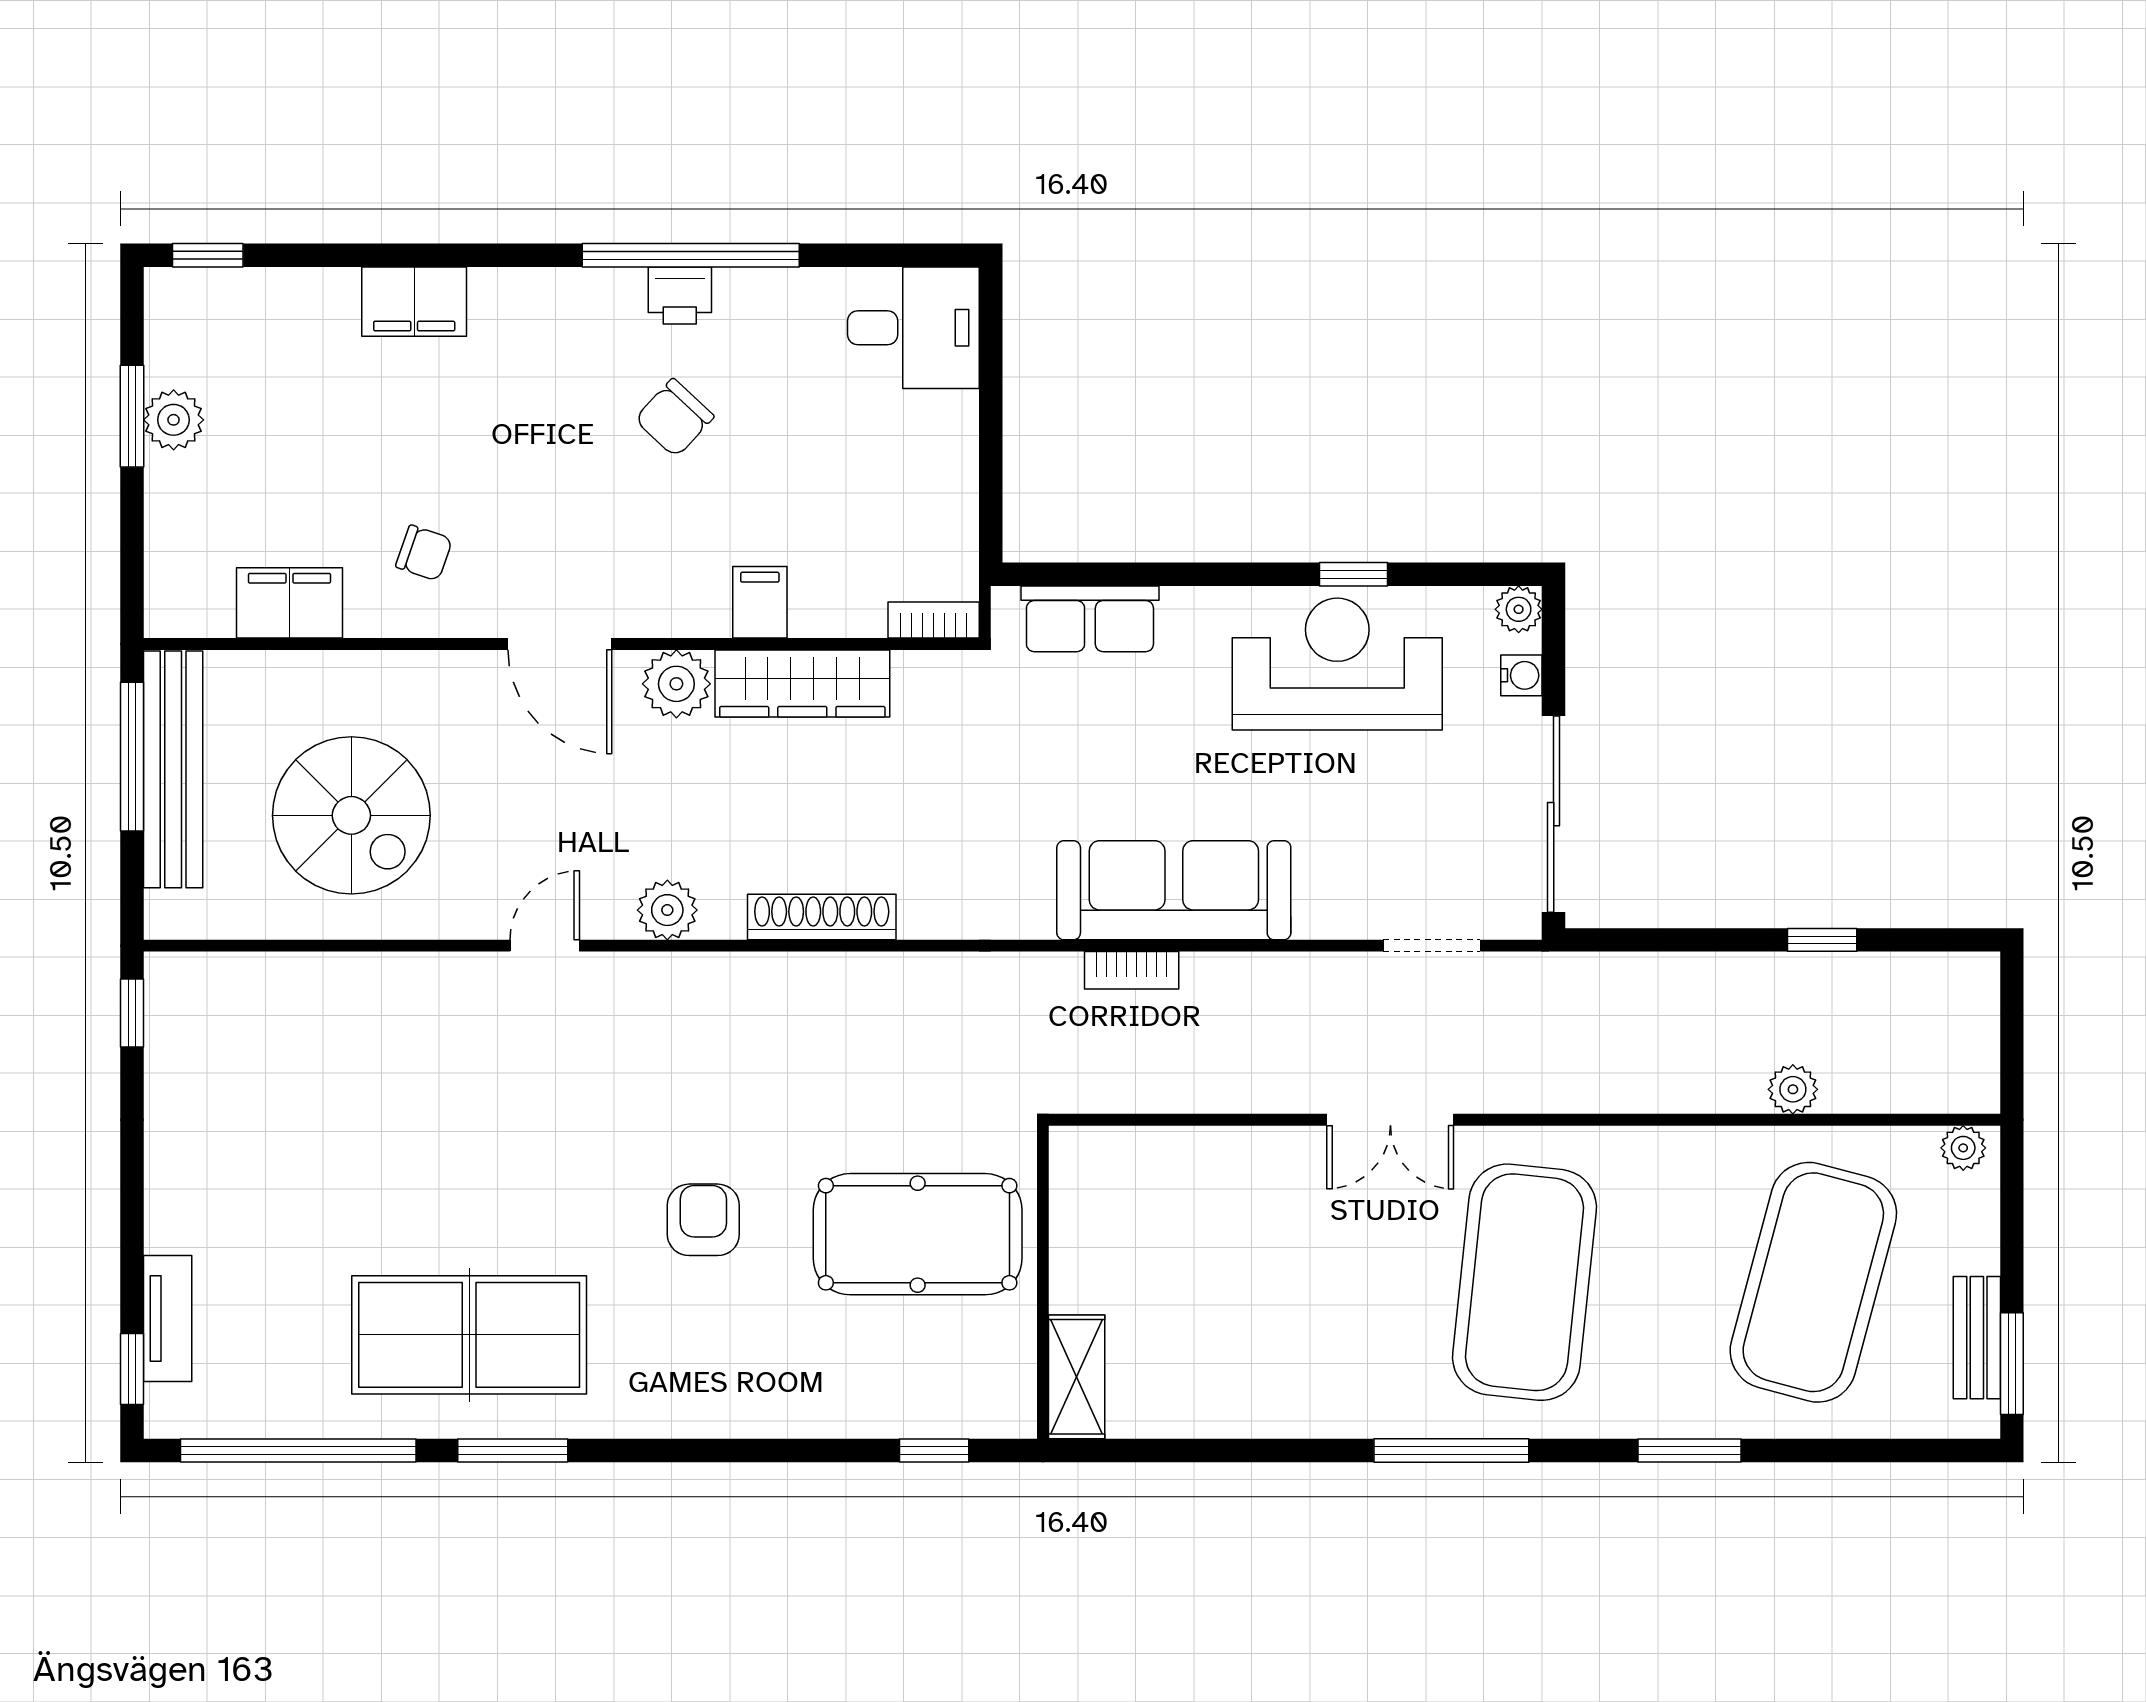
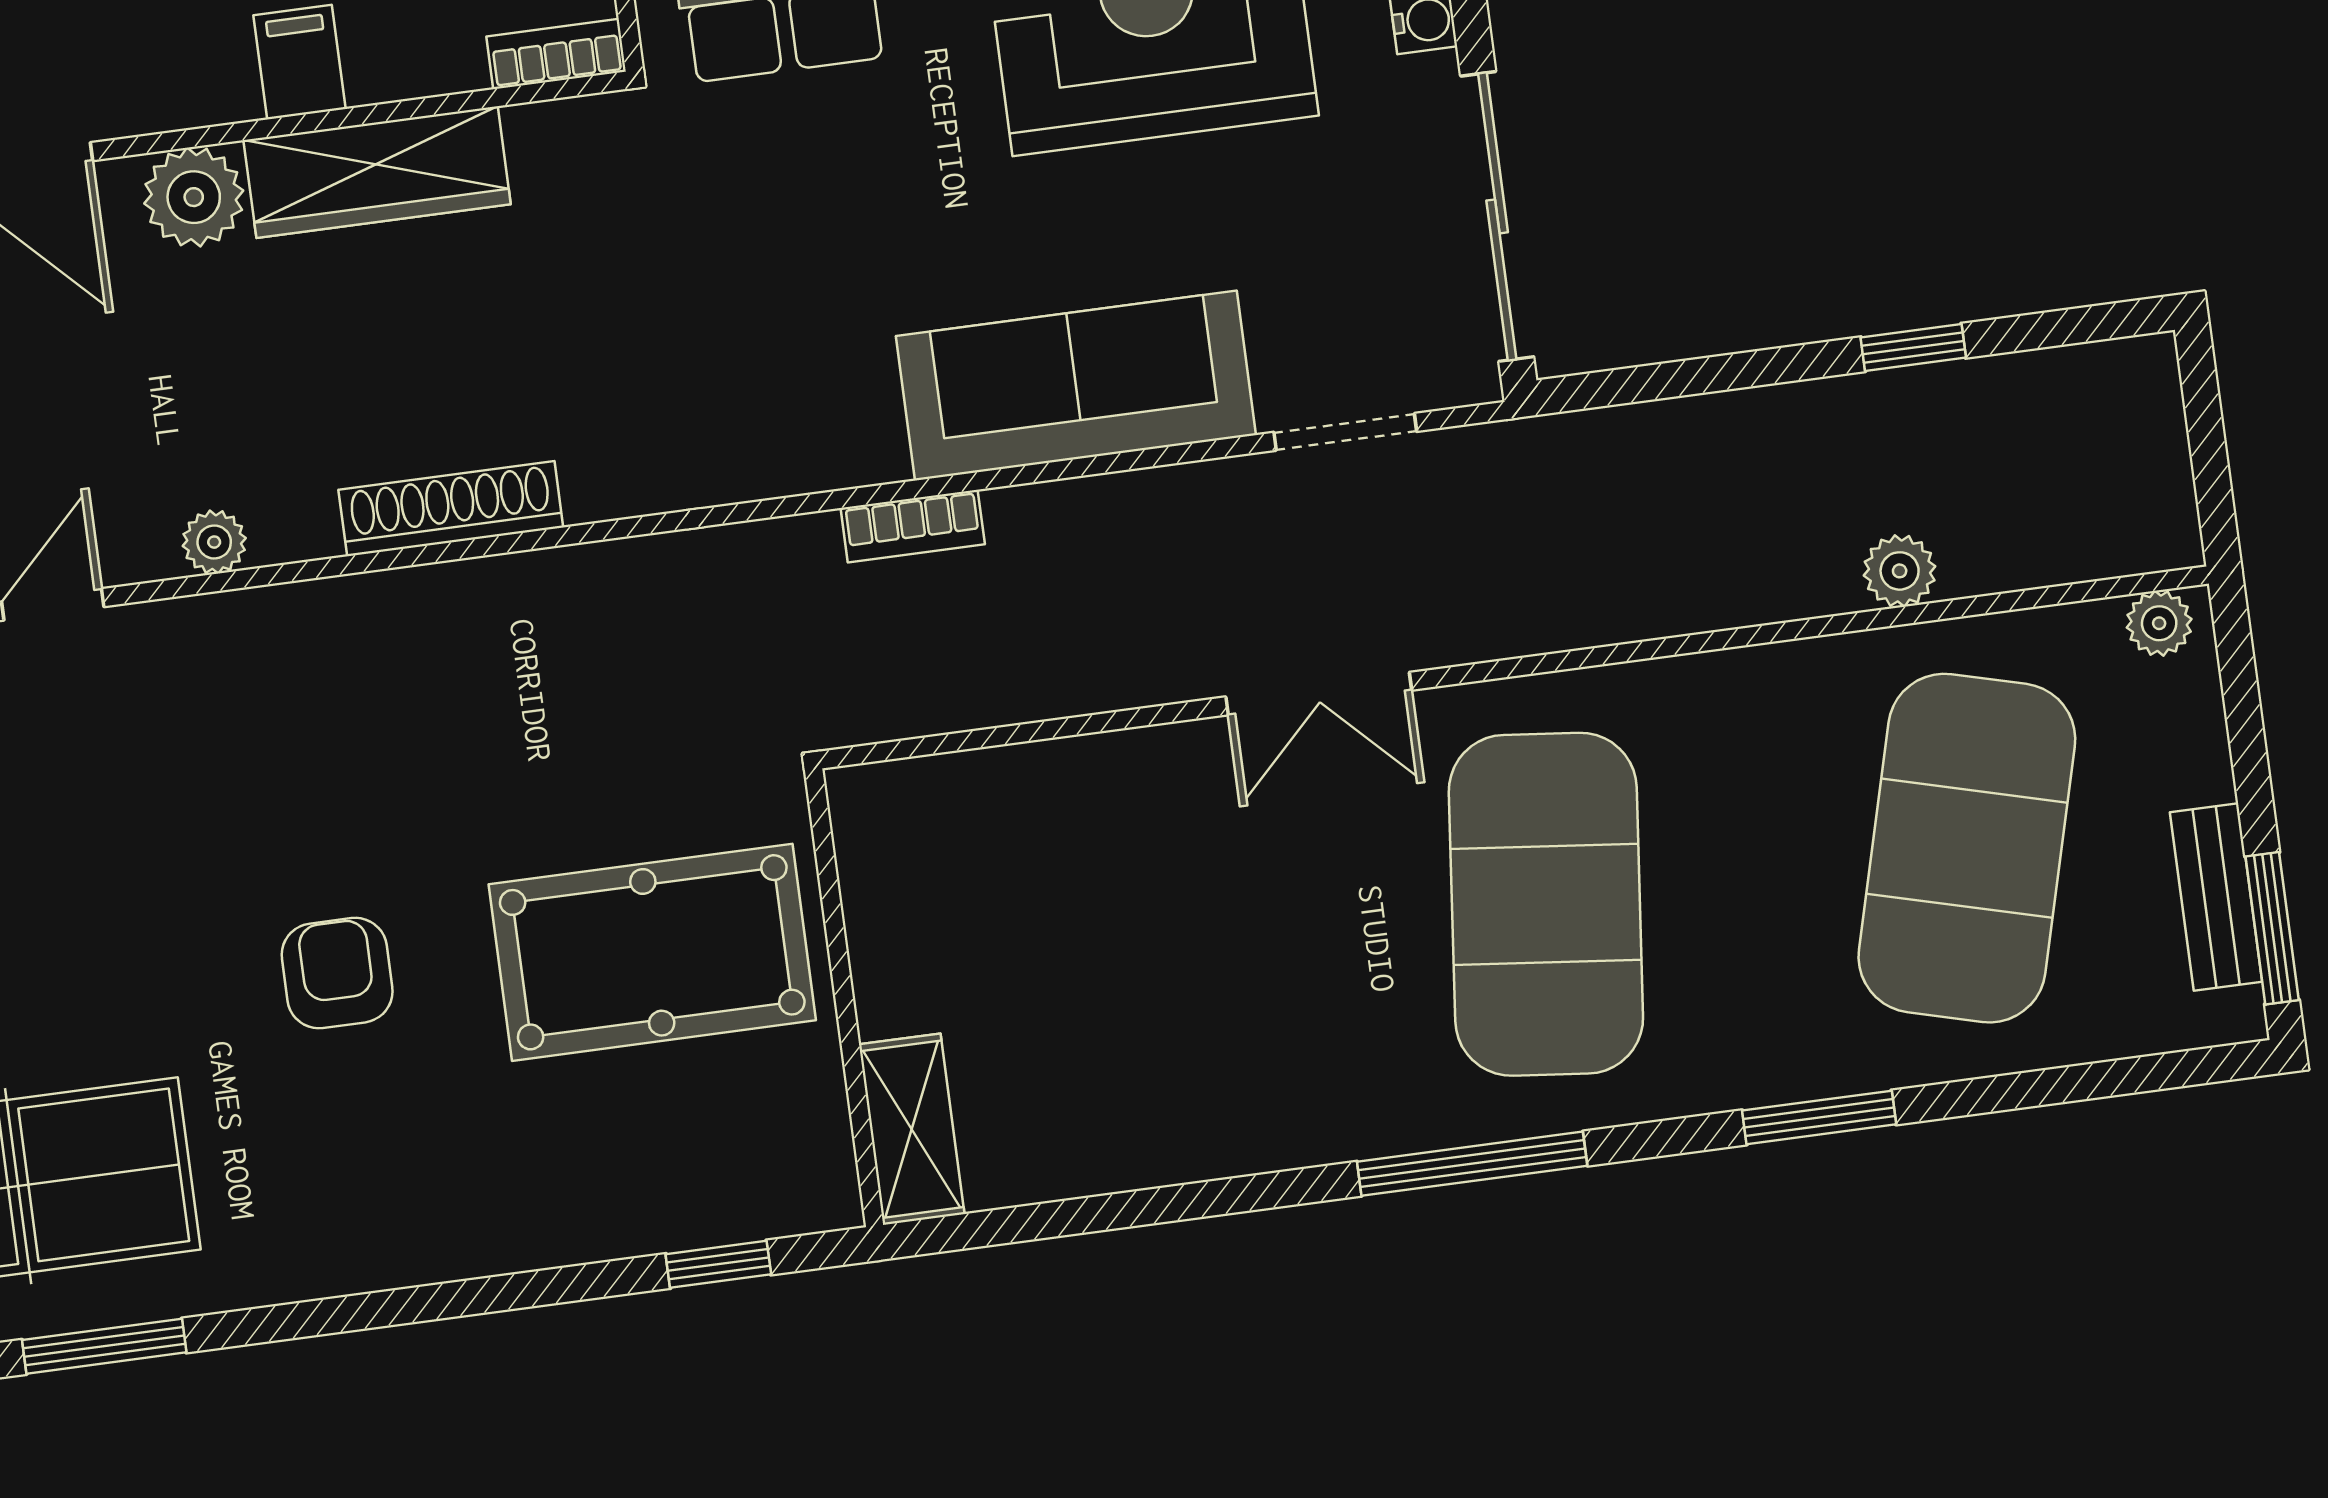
sofa: (1174, 890) -> (1076, 386), moved
plant: (667, 910) -> (214, 542), width x0.73, depth x0.73

